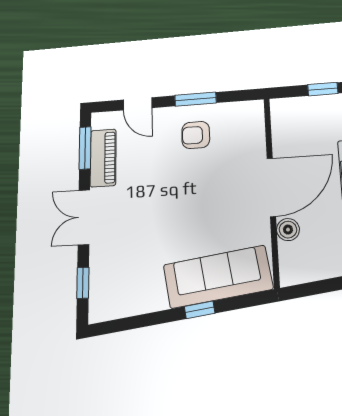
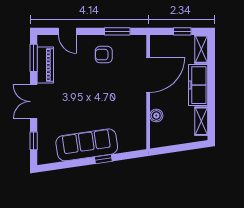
window: (195, 99) -> (117, 31), moved
door: (271, 187) -> (148, 75), moved
sofa: (218, 277) -> (87, 145), moved

